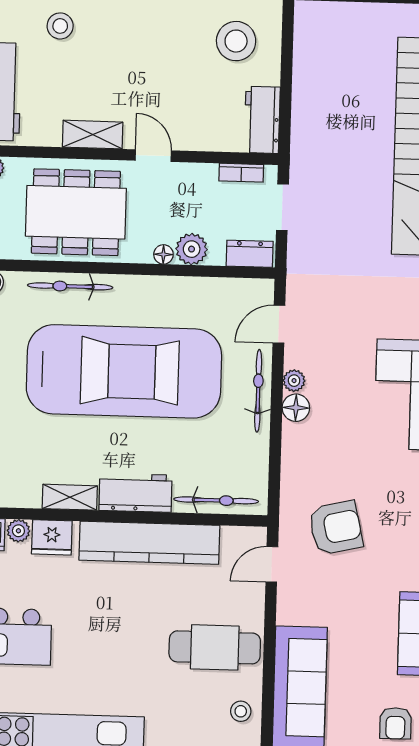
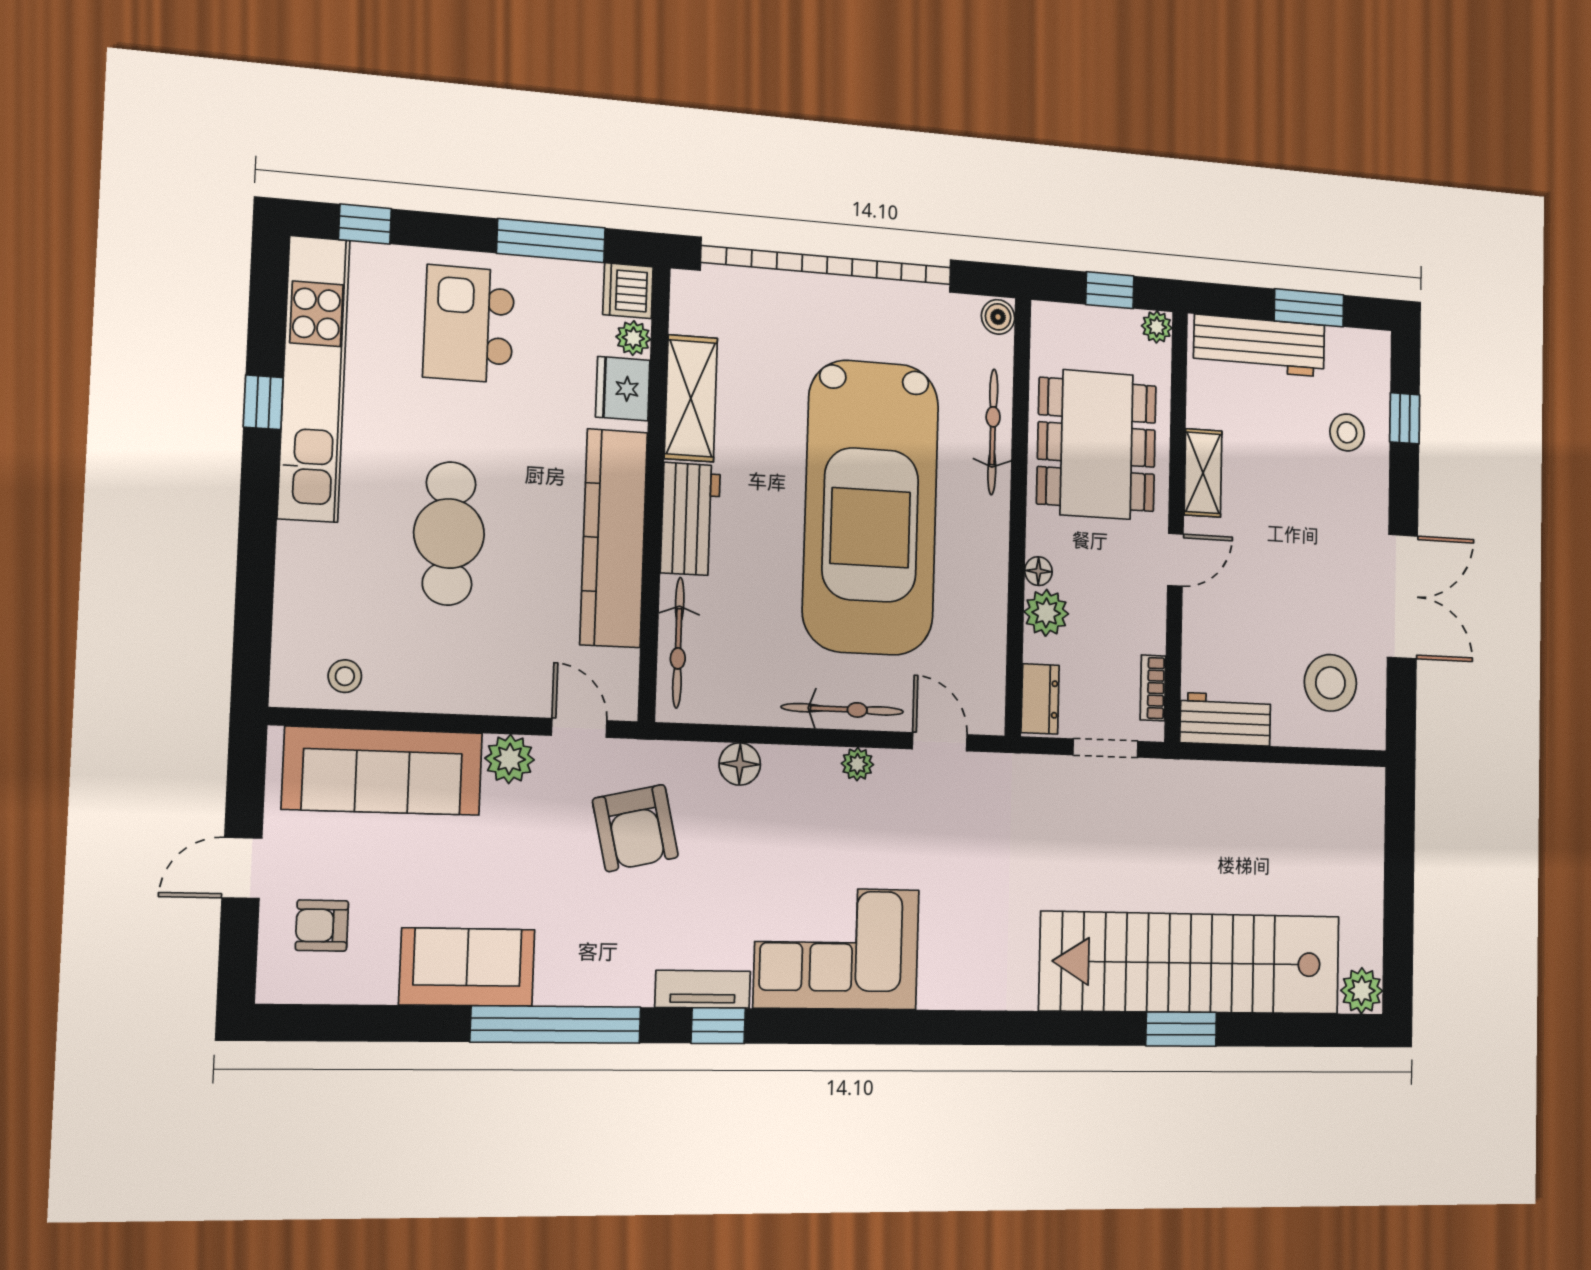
floor lamp: (296, 408) -> (740, 764), moved
shelving: (70, 497) -> (691, 398), width x1.50, depth x1.33
plant: (292, 608) -> (510, 759), added
cafe table: (215, 647) -> (449, 534), moved

